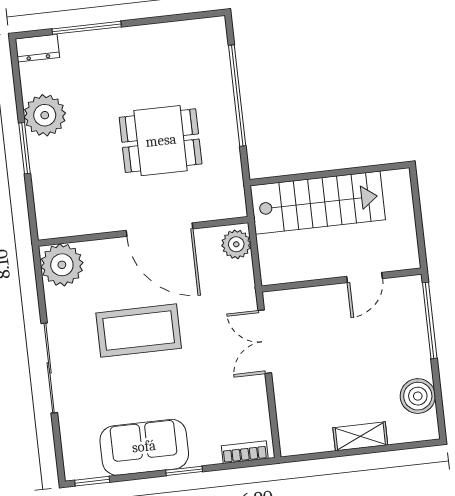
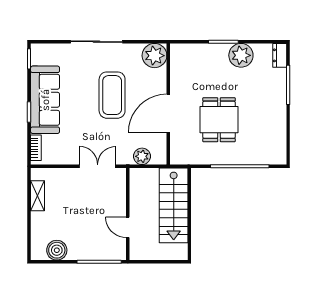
plant: (236, 244) -> (142, 156), moved
shelving: (360, 436) -> (38, 196), moved
sofa: (144, 447) -> (45, 100), width x1.36

